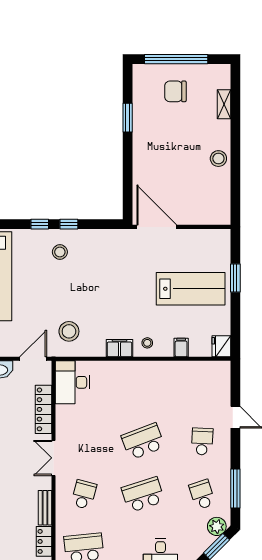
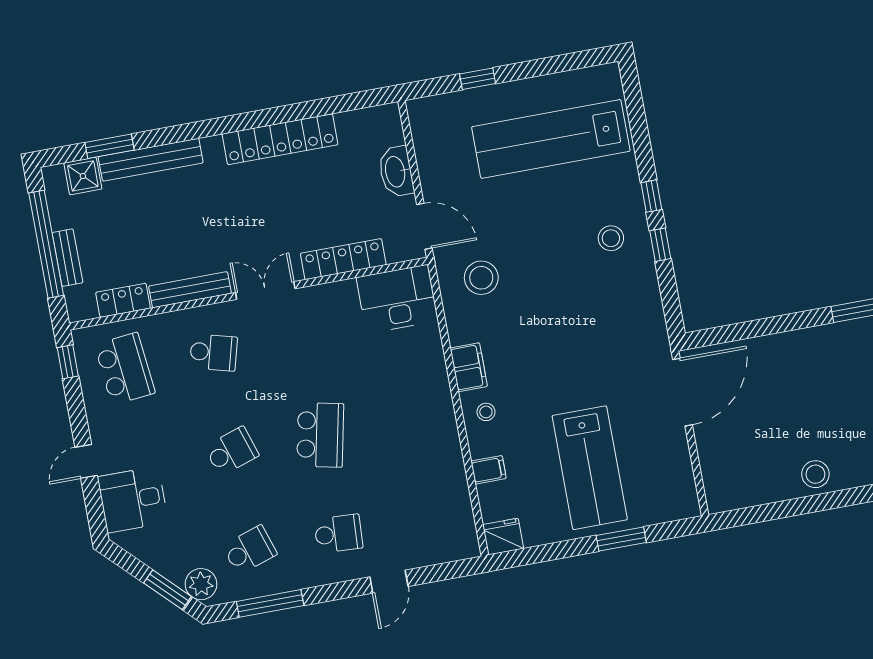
school desk: (143, 441) -> (320, 435), turned 33
school desk: (143, 495) -> (232, 451), width x0.54
bench: (45, 508) -> (190, 290), width x1.36

